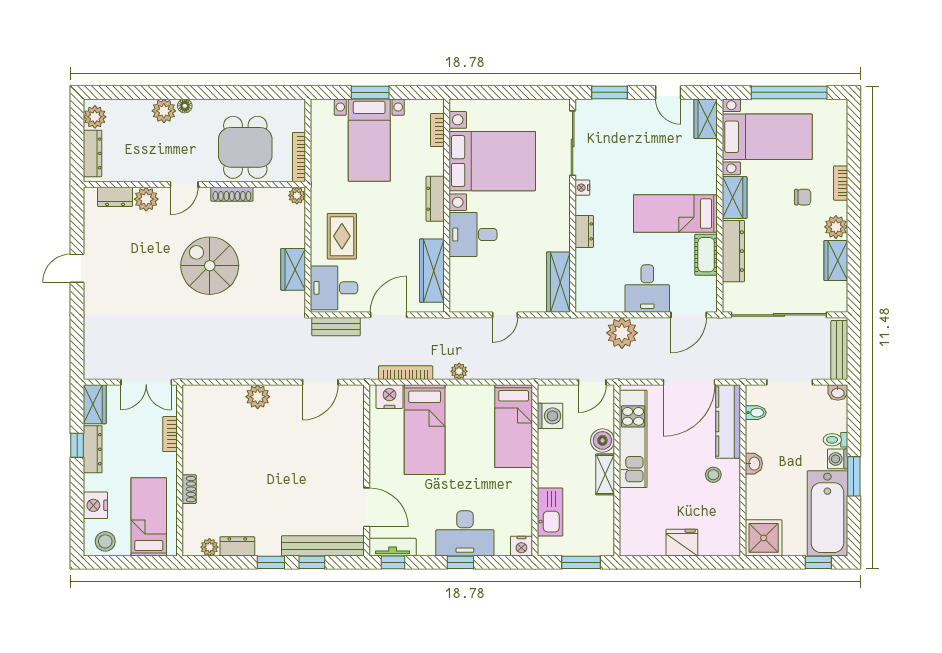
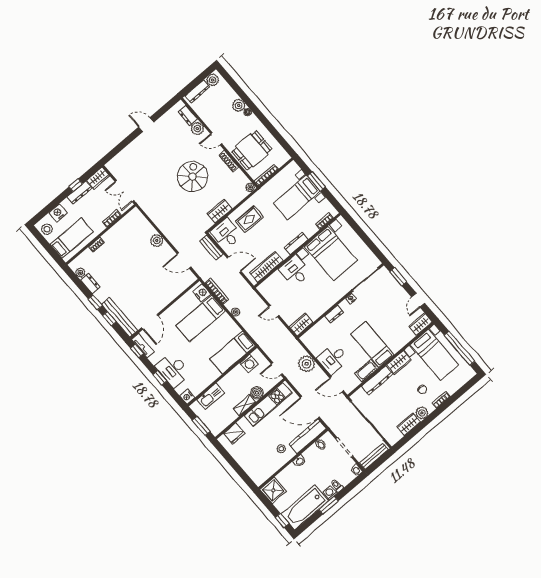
wardrobe: (558, 282) -> (301, 325), width x0.67
fridge: (682, 543) -> (234, 433), moved, turned 90

